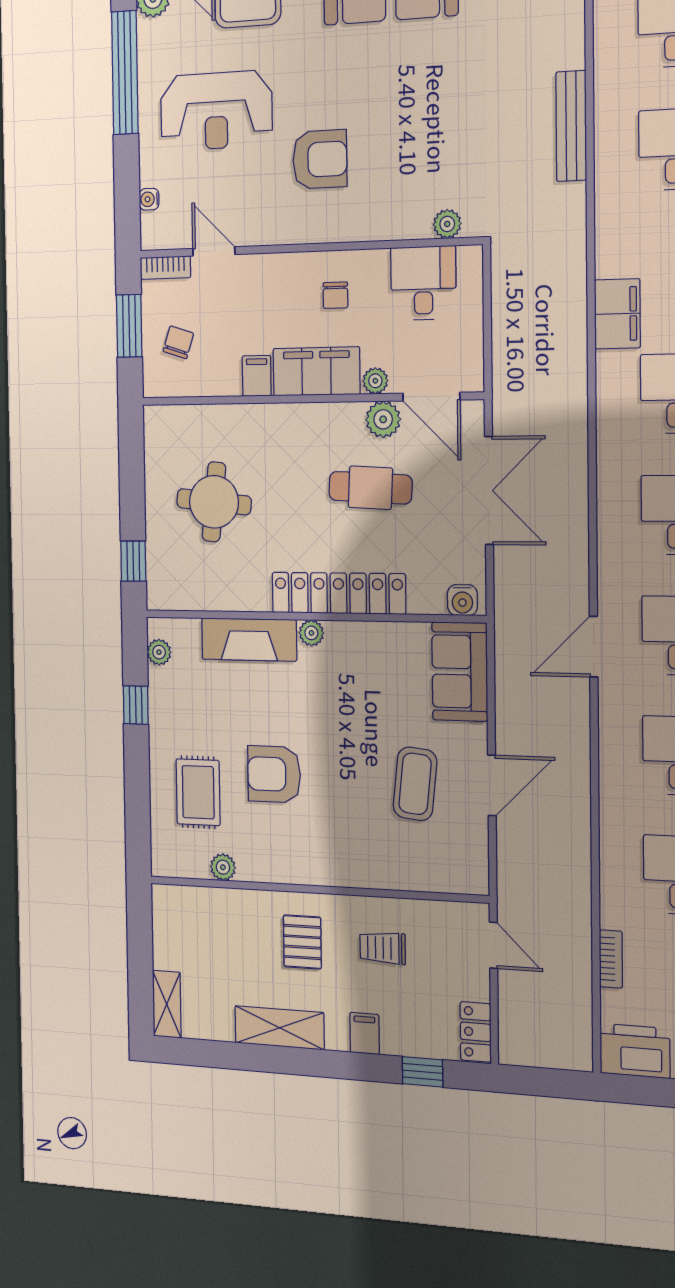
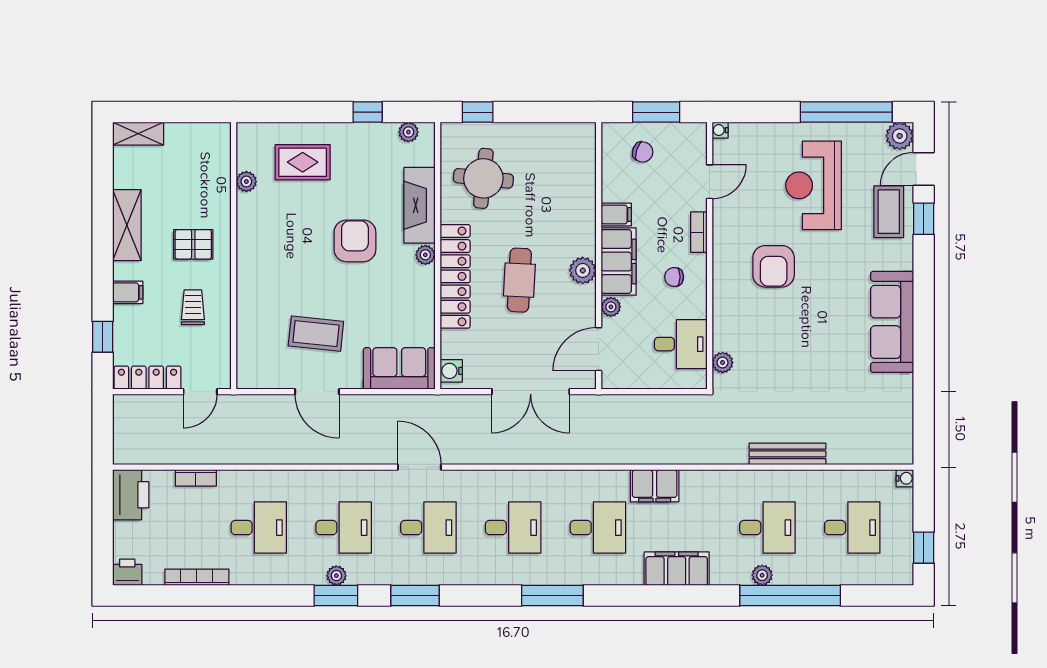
water cooler: (149, 199) -> (720, 130), moved, turned -90
bookcase: (165, 268) -> (699, 232), moved
plant: (383, 419) -> (583, 270), moved
cafe table: (370, 488) -> (519, 280), moved
round table: (214, 502) -> (483, 178), moved
armchair: (274, 774) -> (355, 241), moved
locker: (476, 1032) -> (147, 378), width x1.53

